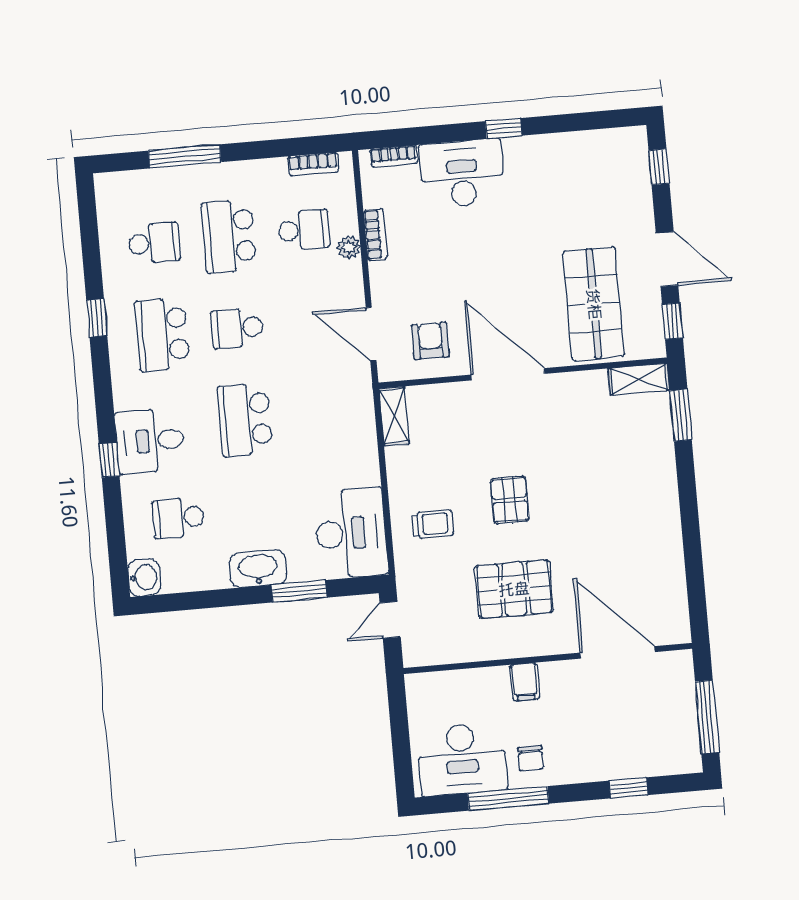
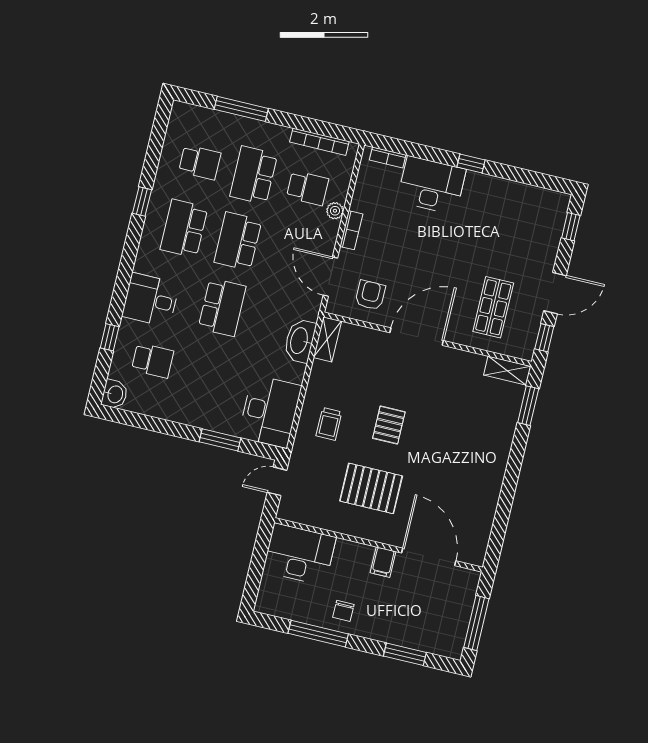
bookcase: (313, 164) -> (319, 142), width x1.56
bookcase: (375, 234) -> (351, 230), moved
door: (667, 259) -> (555, 293), hinge flipped
shop shelf: (594, 304) -> (493, 307), width x0.70, depth x0.74
school desk: (237, 328) -> (238, 241), width x1.85
door: (508, 374) -> (417, 337), hinge flipped
school desk: (245, 420) -> (222, 307), turned 180
window: (109, 460) -> (110, 337), moved
school desk: (178, 518) -> (153, 360), turned 180
trolley: (432, 524) -> (329, 424), turned 90
washbasin: (258, 569) -> (300, 341), moved, turned -90
filing cabinet: (525, 682) -> (383, 562), moved
desk: (462, 759) -> (299, 554), moved, turned 180
window: (628, 788) -> (405, 654), width x1.50

